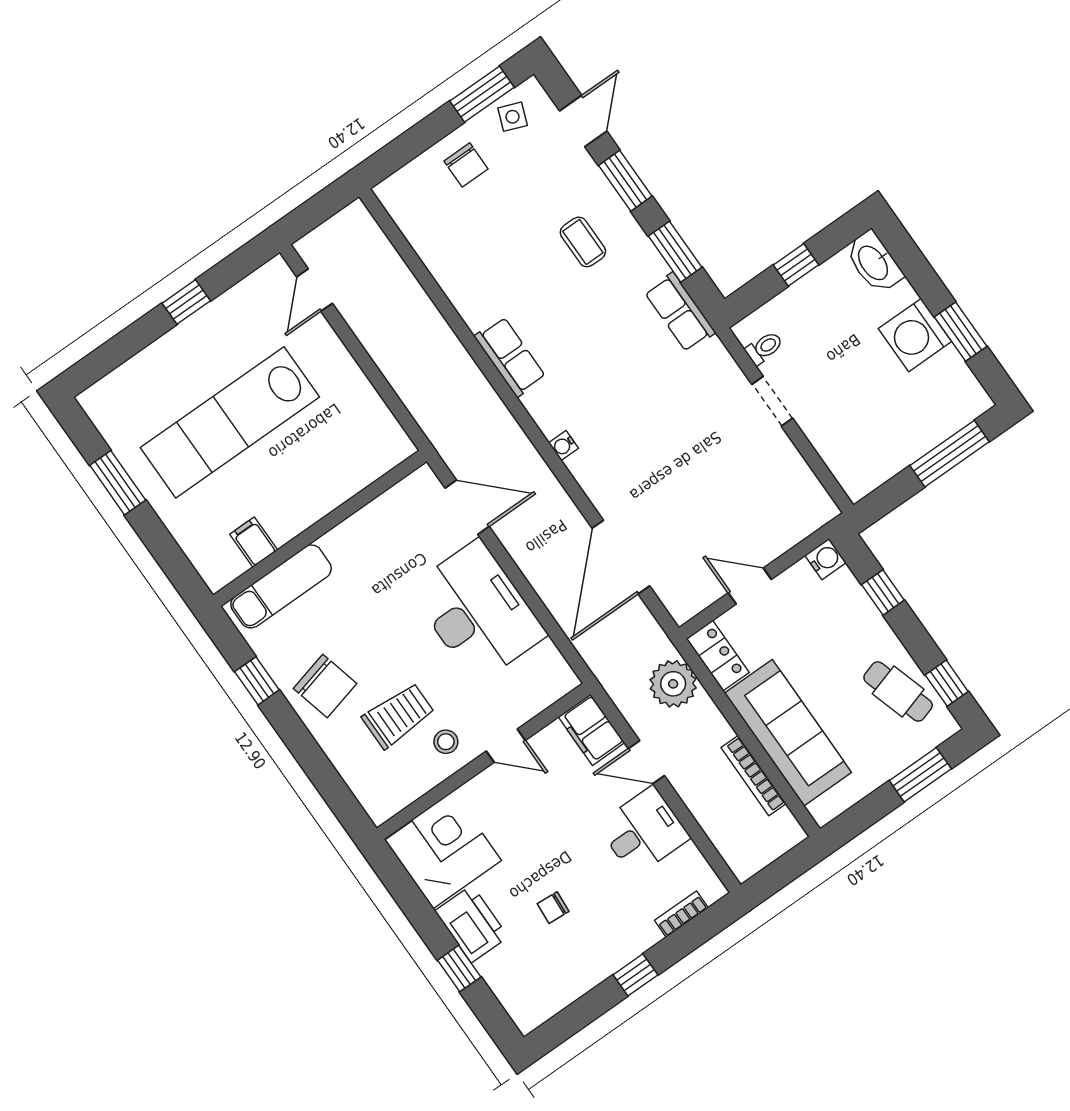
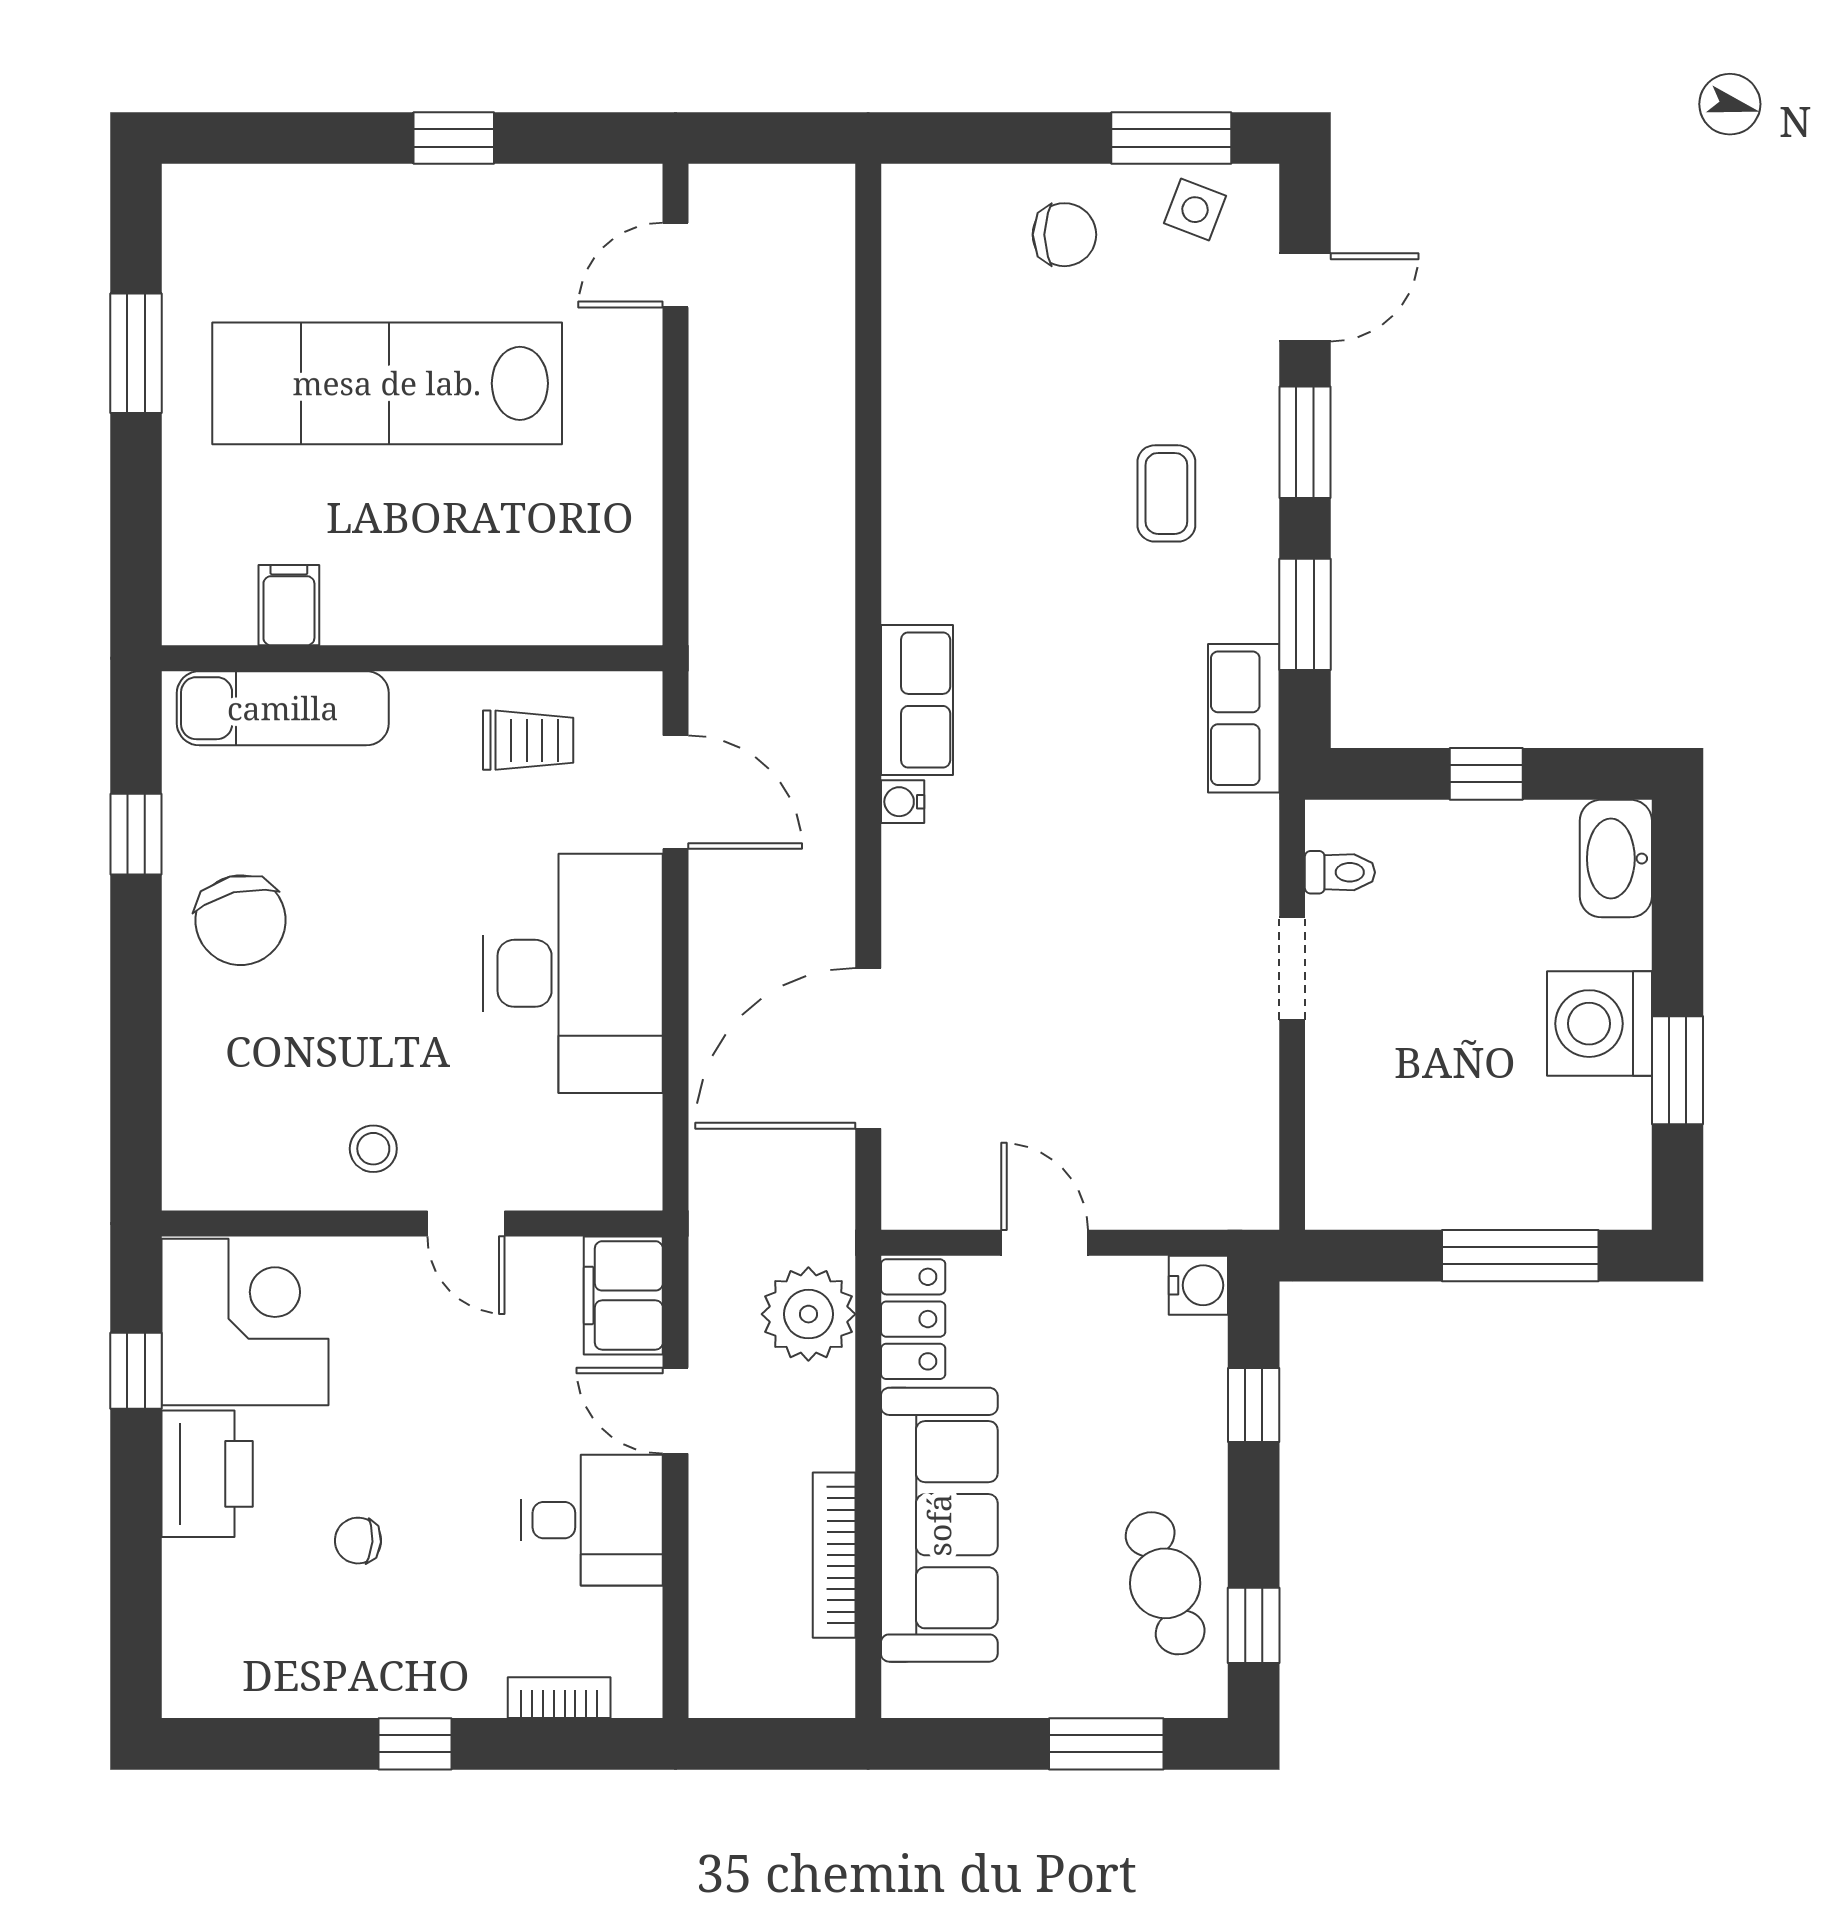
chair: (466, 165) -> (1064, 235), turned -90
row of seats: (510, 357) -> (917, 700), moved
trolley: (398, 715) -> (528, 740), moved, width x0.73, depth x0.72
window: (459, 969) -> (136, 1371), moved

